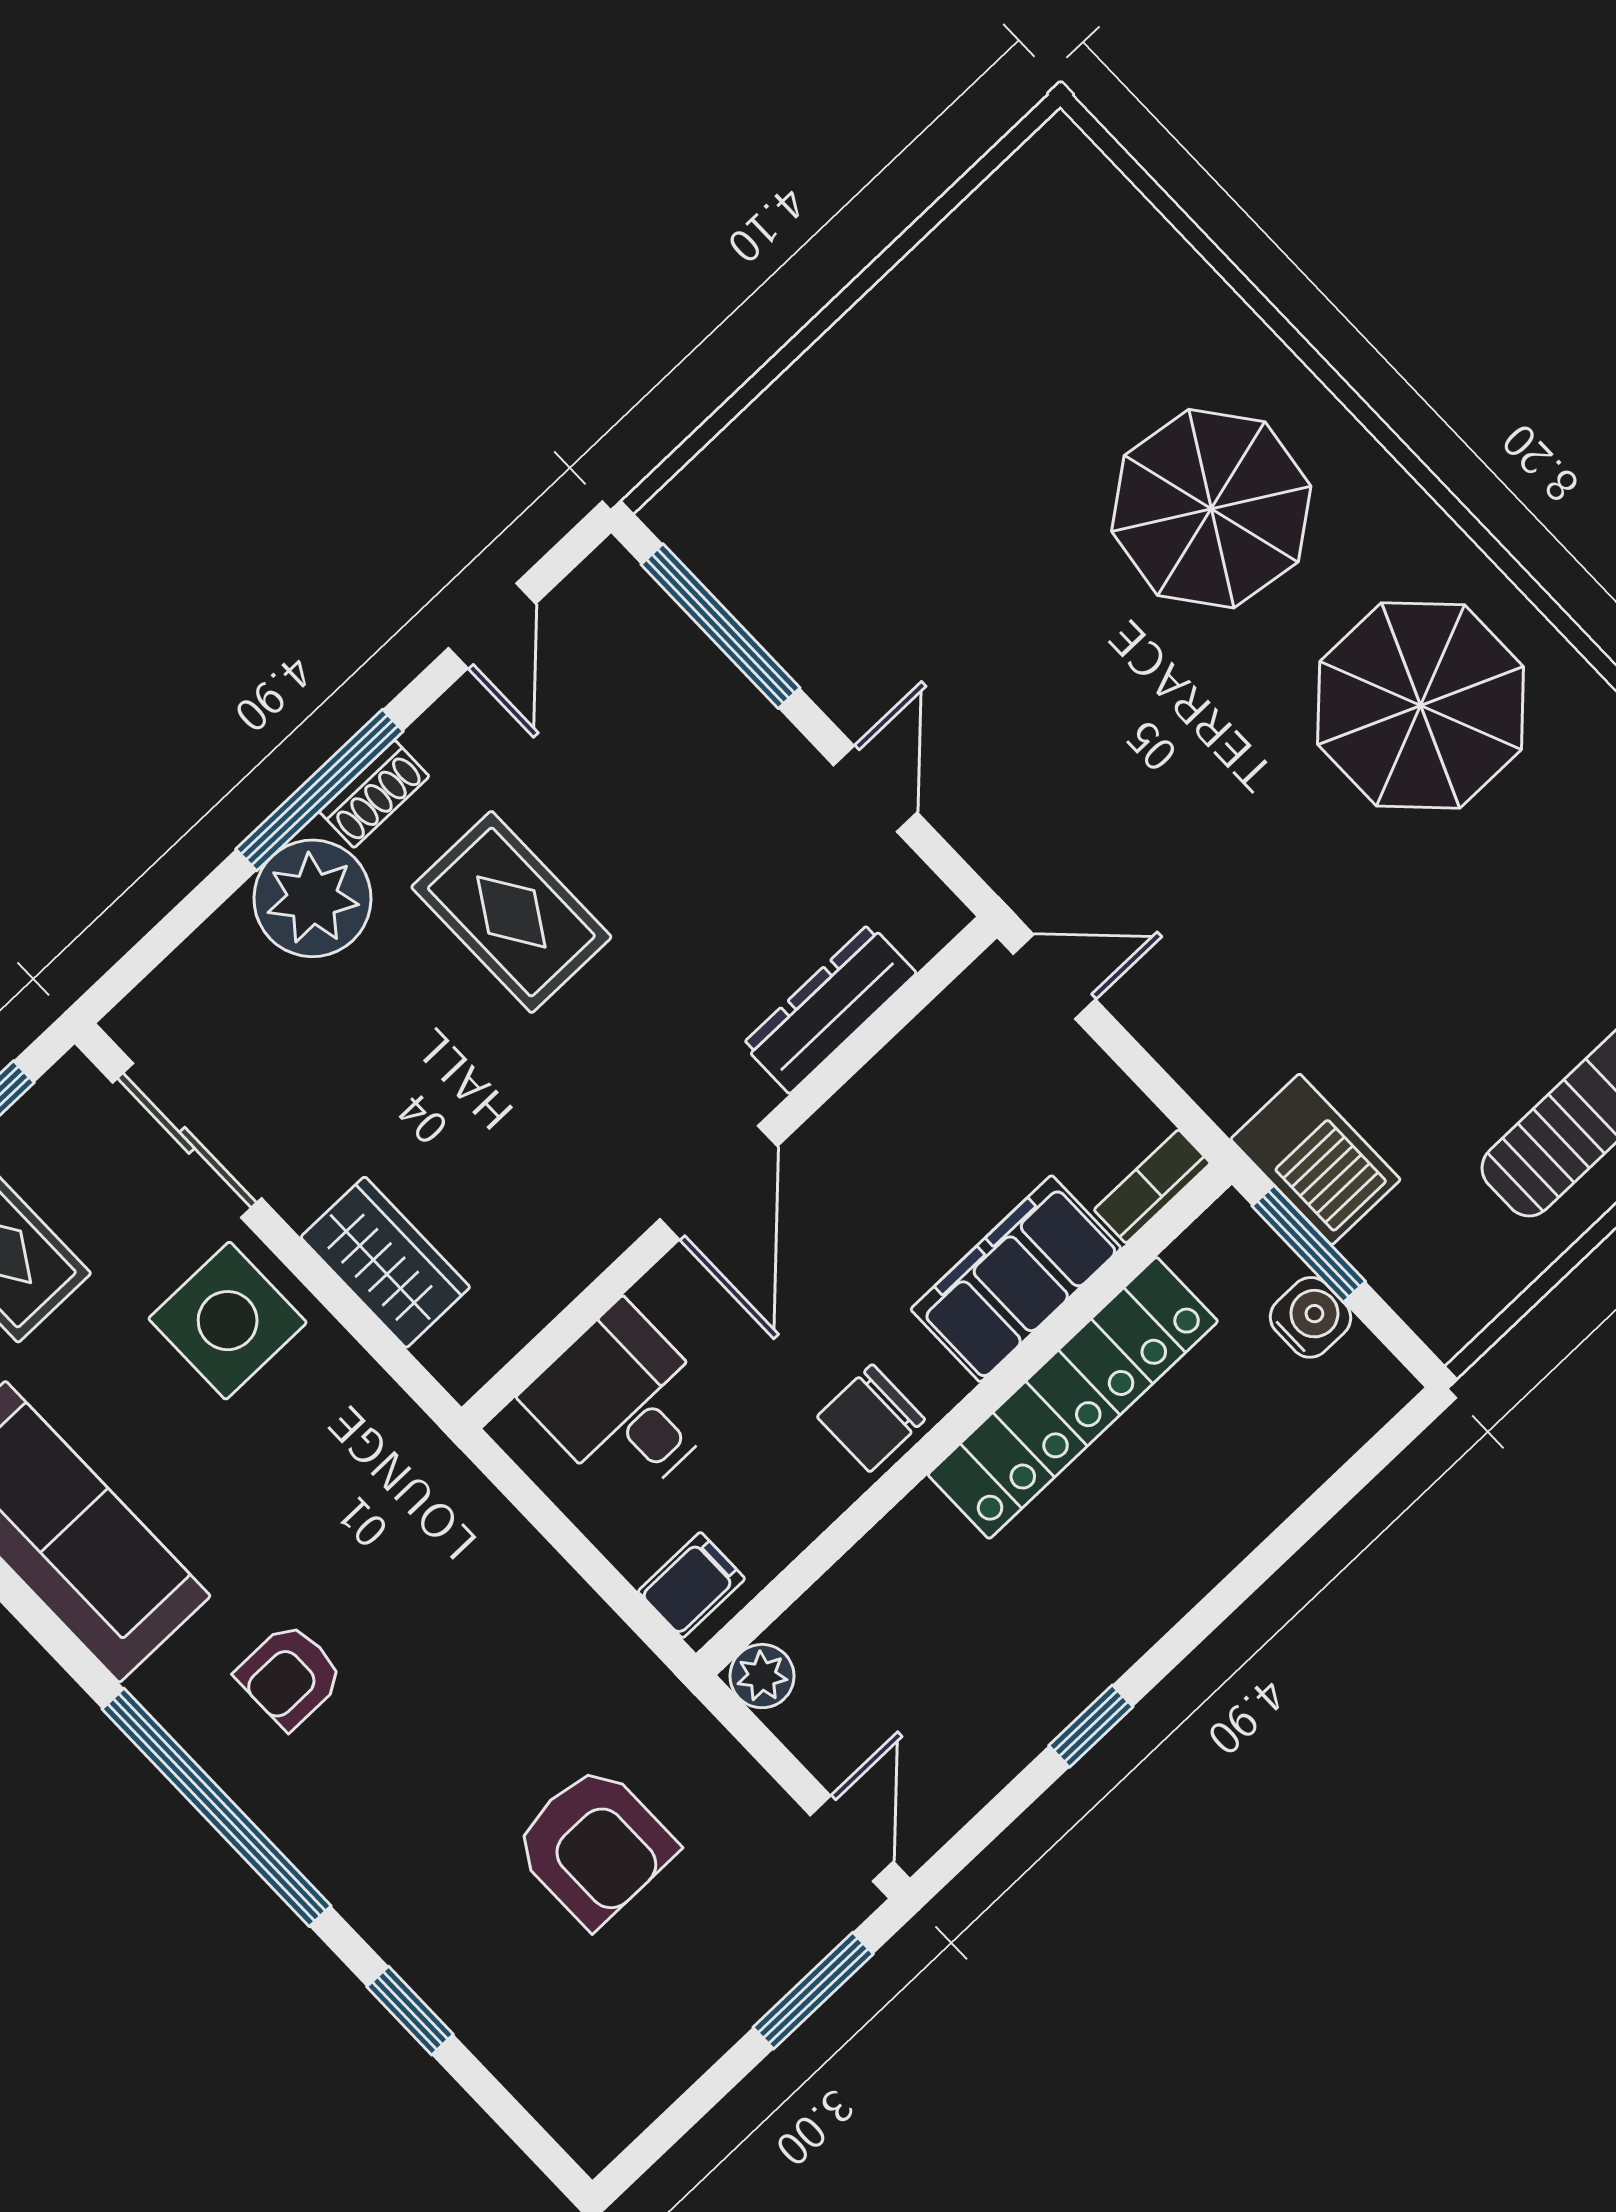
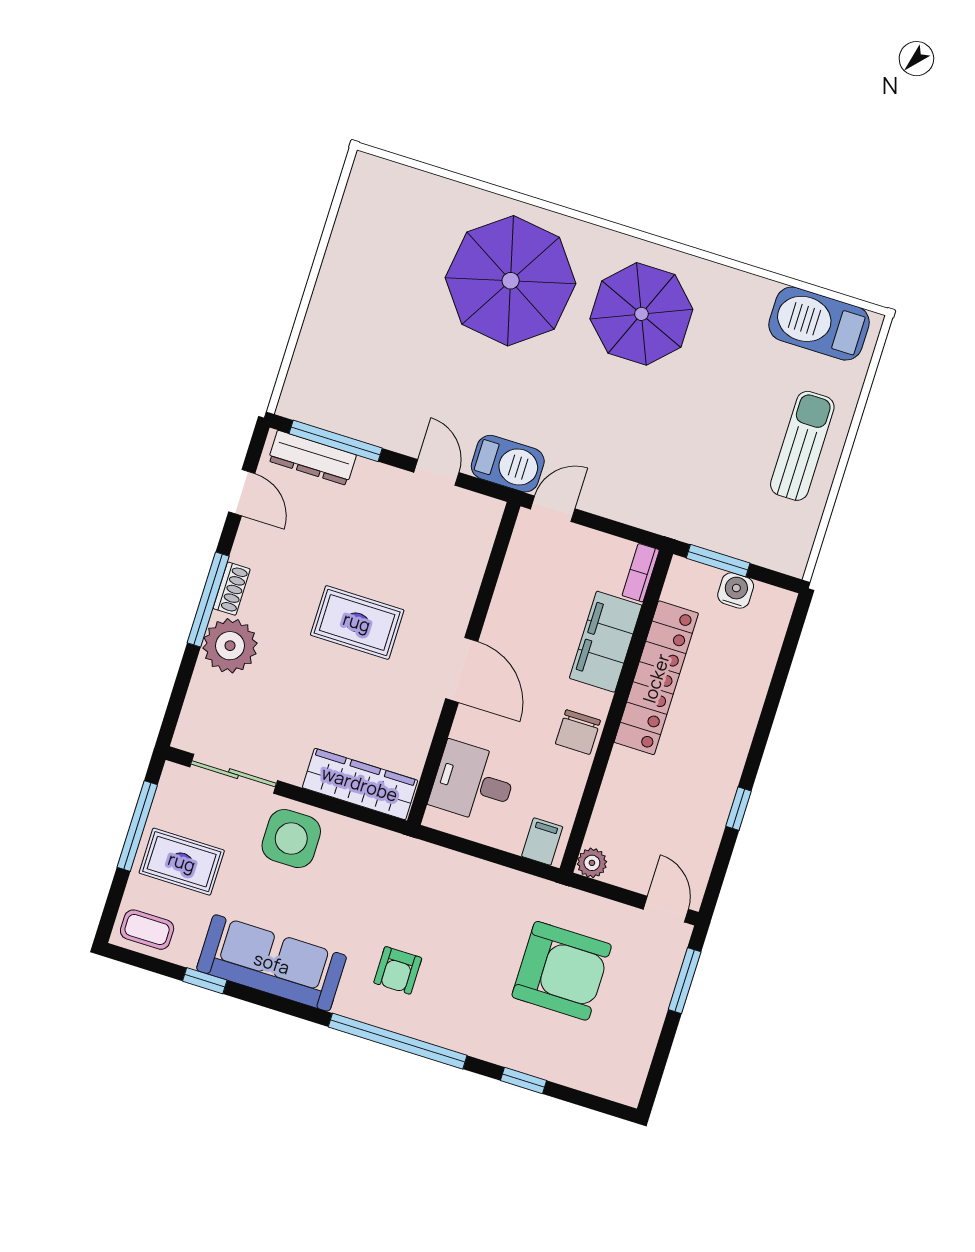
parasol: (1211, 509) -> (511, 281), width x1.36, depth x1.36
rug: (511, 912) -> (357, 622), moved
dresser: (829, 1009) -> (312, 458), moved, turned -90
barbecue: (1315, 1159) -> (508, 464), moved
wardrobe: (385, 1262) -> (360, 784), width x1.50
armchair: (594, 1846) -> (562, 971), width x1.36, depth x1.36

